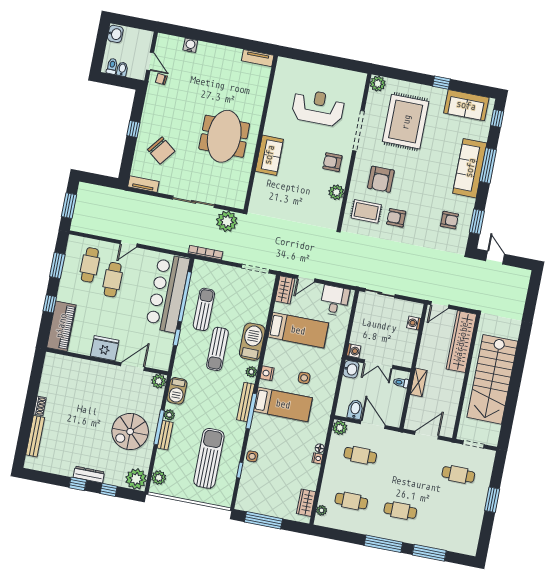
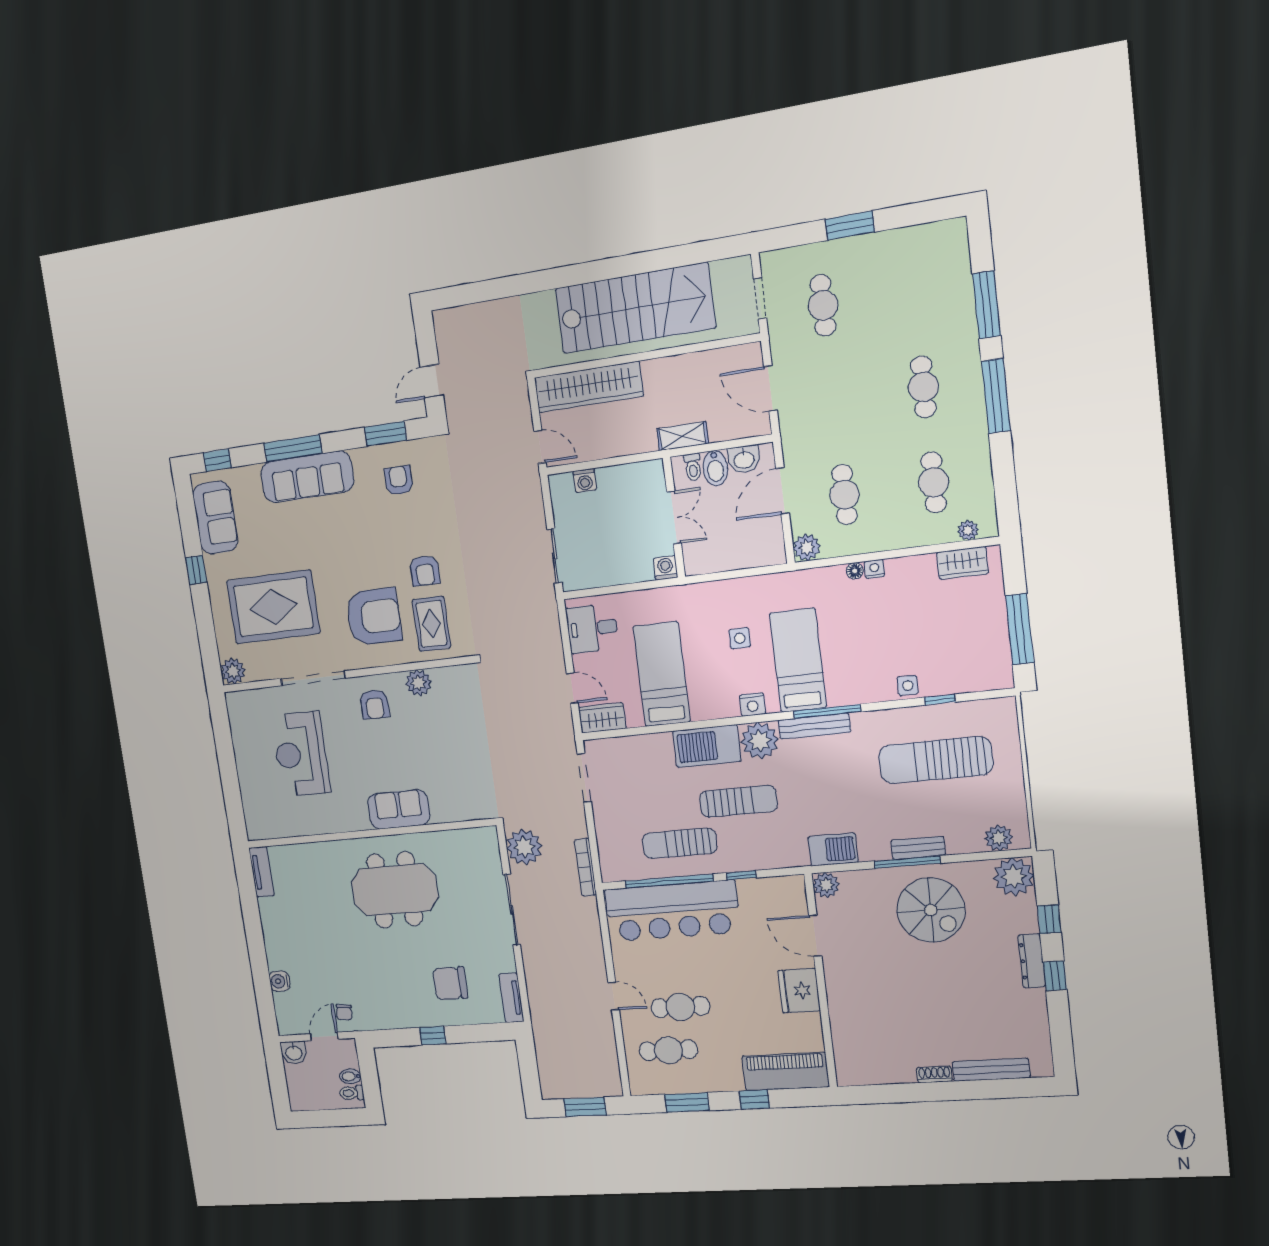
washbasin: (115, 34) -> (294, 1053), moved, turned 180
chair: (161, 150) -> (450, 983), turned -128
armchair: (381, 179) -> (374, 617), width x1.36, depth x1.36
washbasin: (351, 369) -> (744, 459), moved, turned 180
plant: (251, 372) -> (760, 741), width x1.88, depth x1.88
bidet: (355, 409) -> (715, 468), moved, turned -90
plant: (169, 415) -> (880, 851), removed

